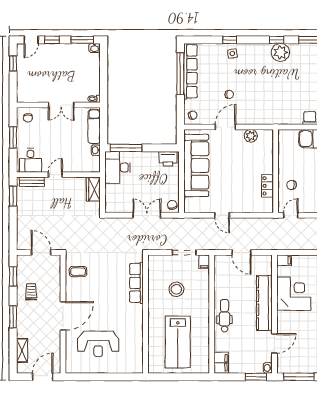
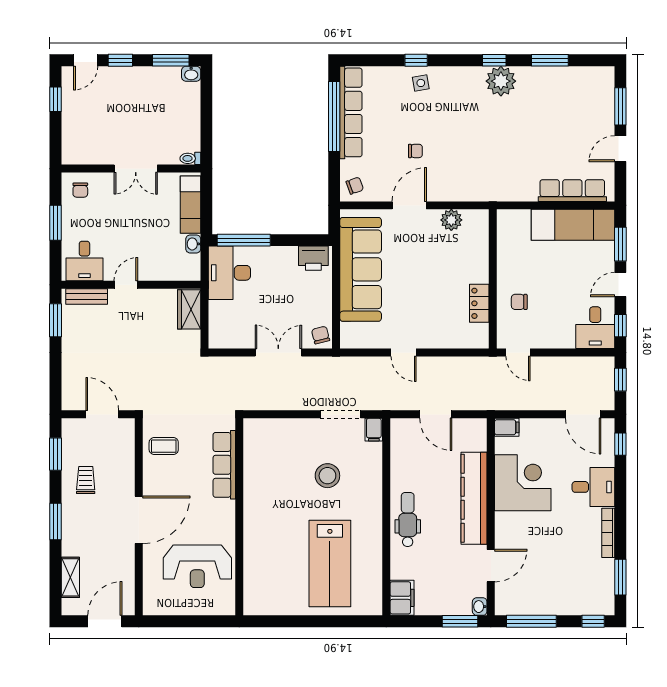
door: (291, 215) -> (518, 352), swing flipped
row of seats: (136, 283) -> (224, 465), moved
wall: (145, 314) -> (239, 517), moved

